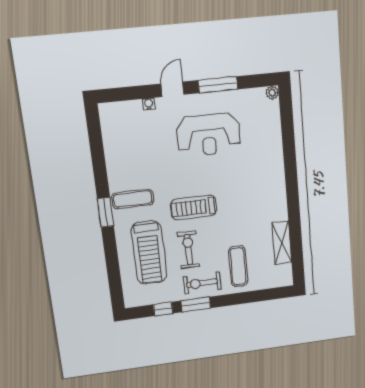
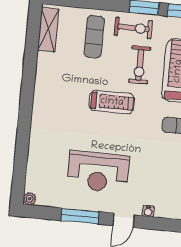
reception desk: (209, 135) -> (98, 172), turned 180
treadmill: (194, 208) -> (112, 102), moved
shelving: (282, 243) -> (48, 30), moved

